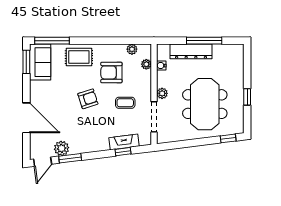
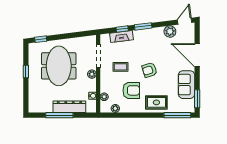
sofa: (40, 62) -> (186, 85), moved
window: (70, 158) -> (143, 26), moved

